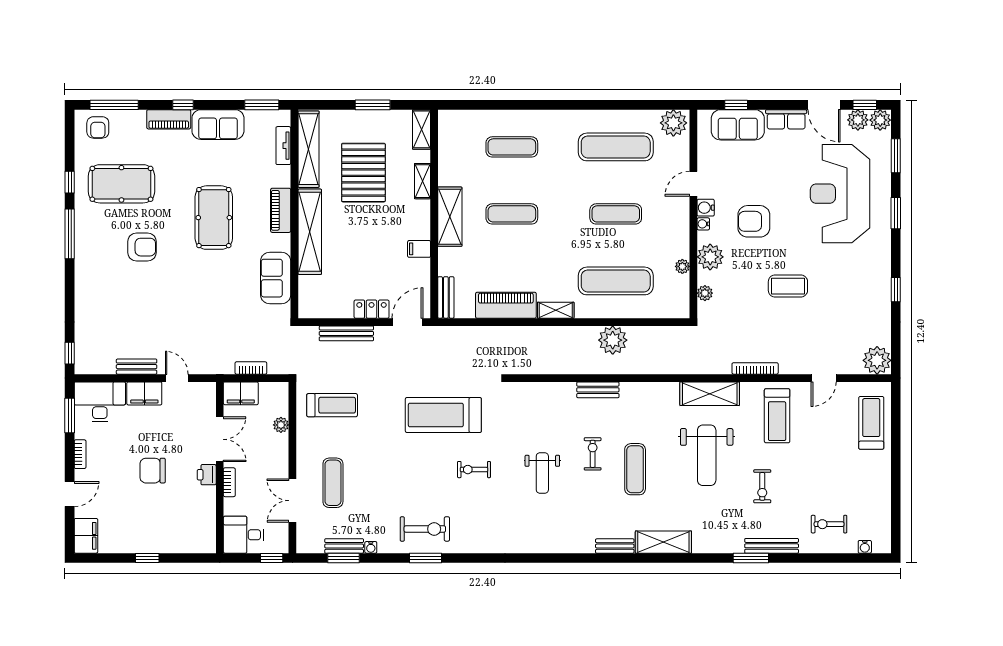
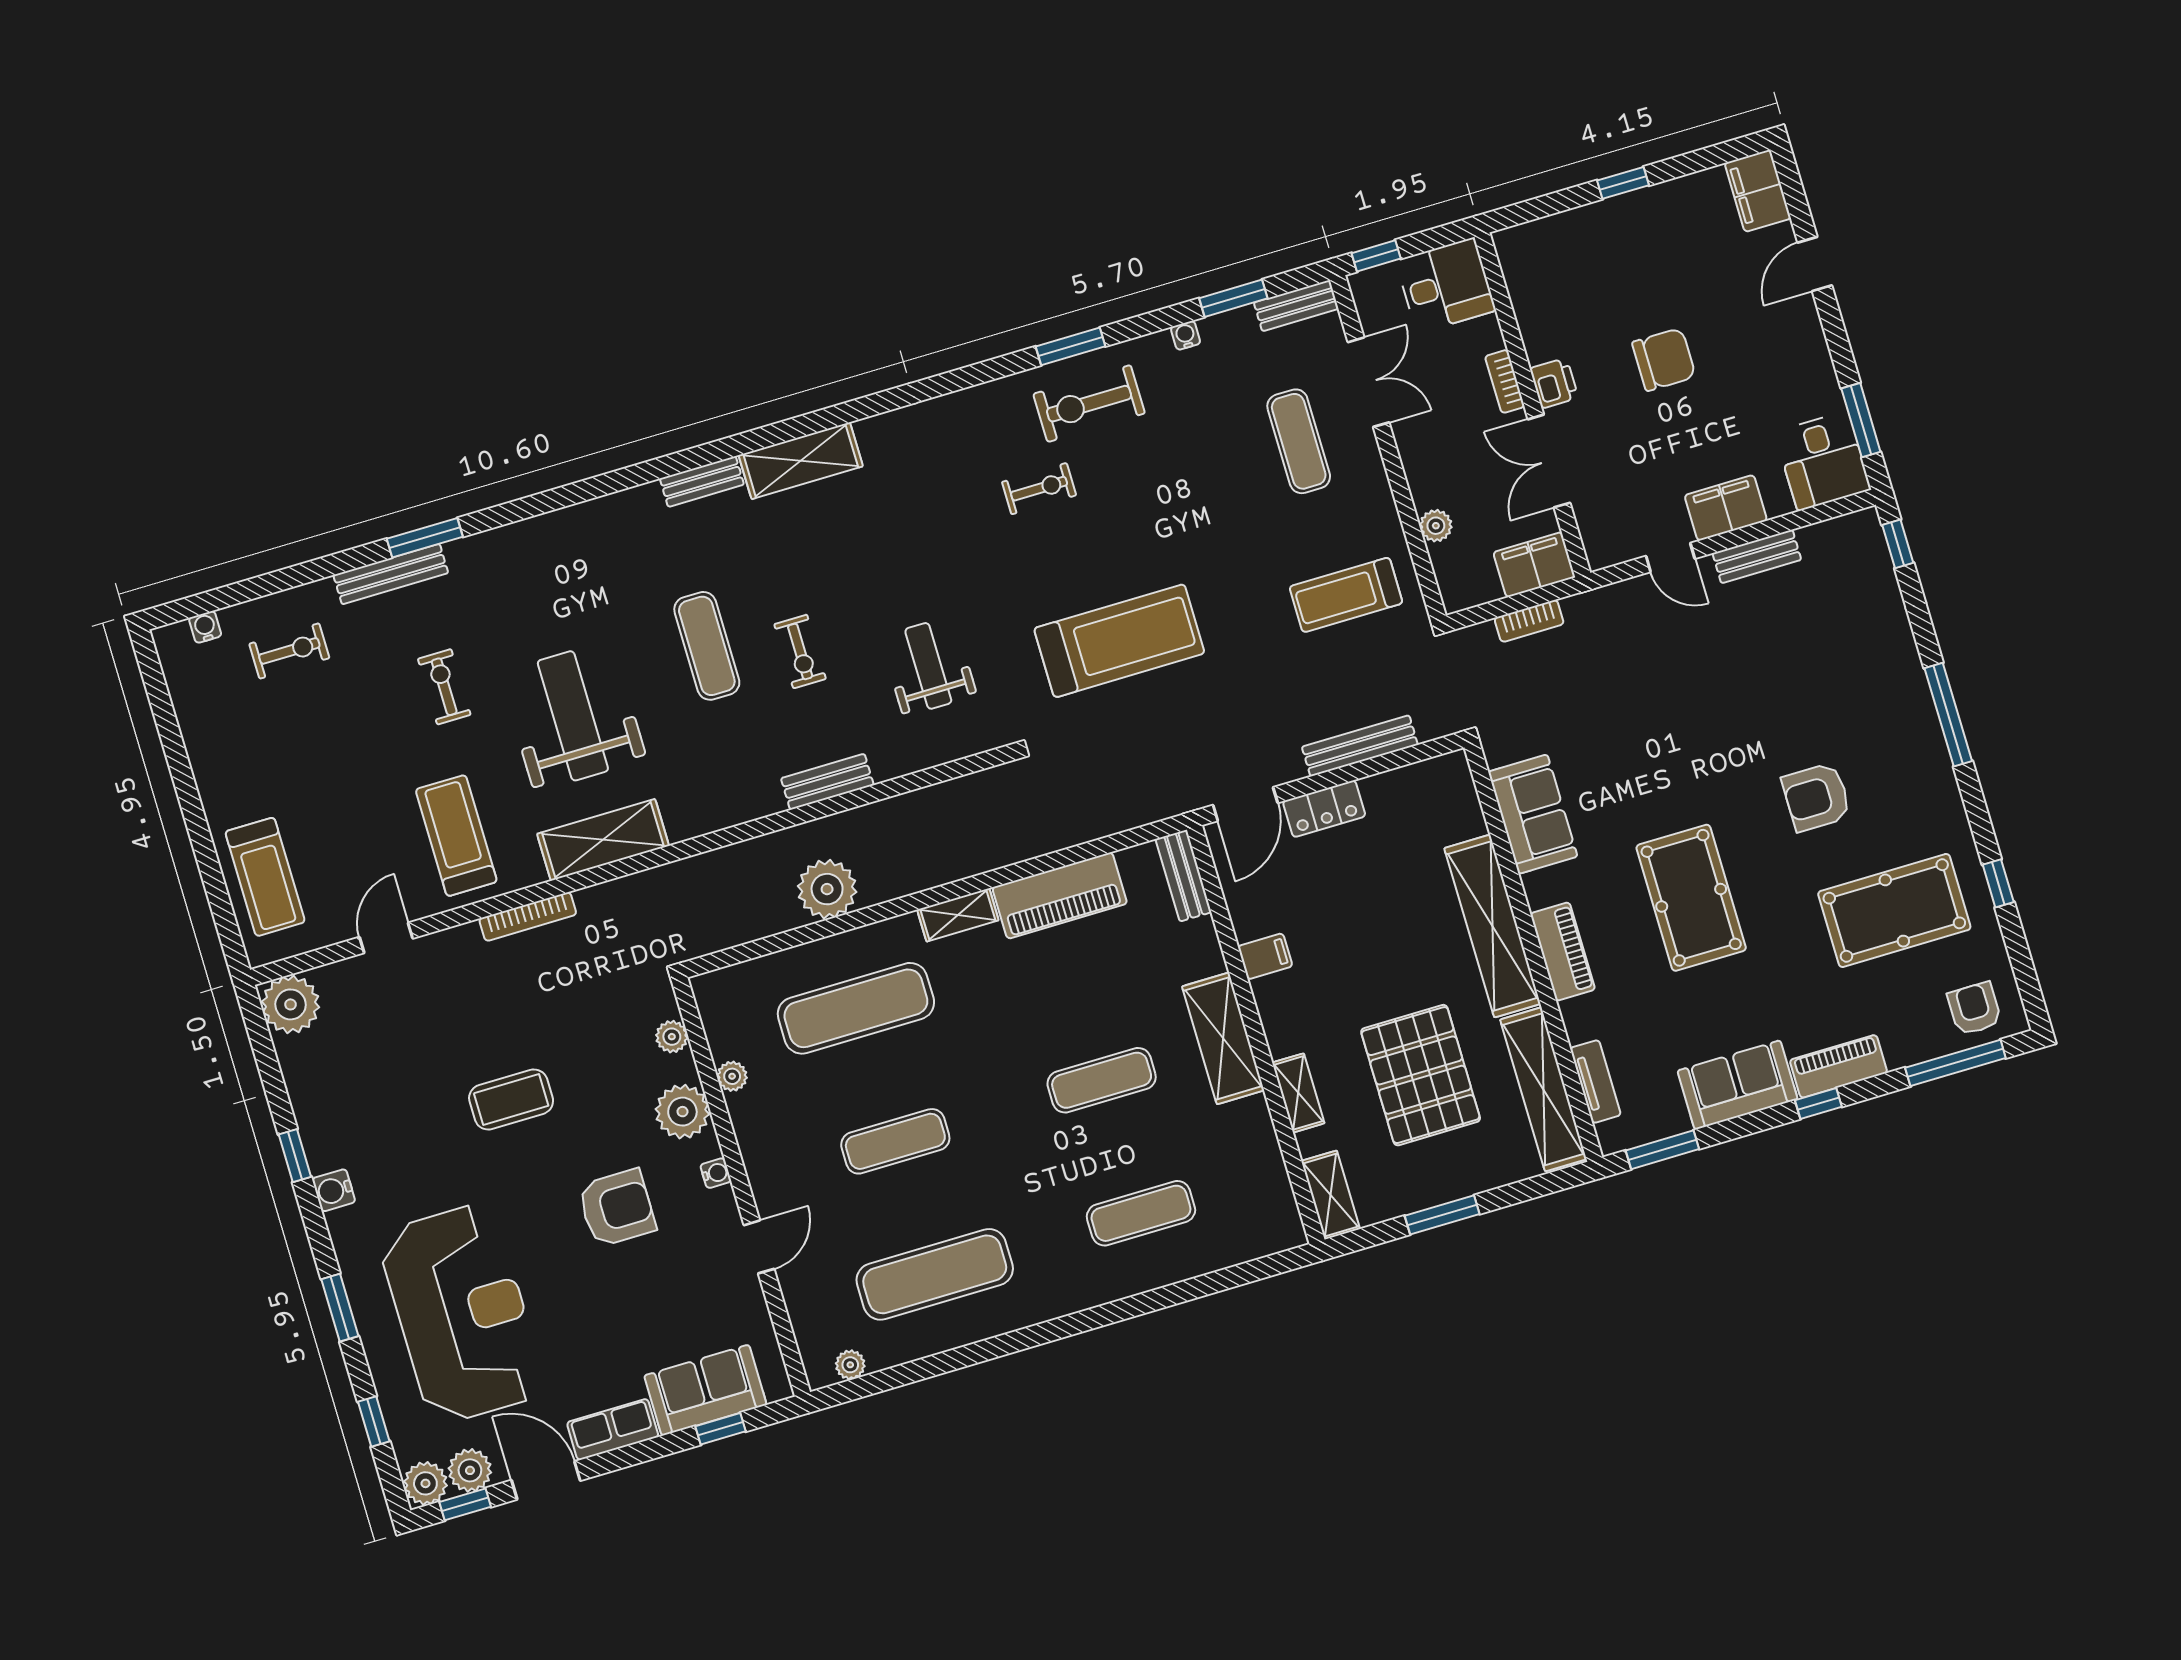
plant: (673, 123) -> (850, 1365), width x0.53, depth x0.53
window: (896, 156) -> (374, 1421), width x0.67
water cooler: (706, 208) -> (334, 1190), moved, turned 180
window: (70, 234) -> (1948, 715), moved
desk: (100, 402) -> (1823, 461), width x0.73
bookcase: (80, 454) -> (1818, 349), removed
exercise bike: (474, 470) -> (1039, 489), moved
weight bench: (542, 473) -> (928, 666), moved
shelving: (663, 542) -> (801, 461), moved
bench: (344, 546) -> (1296, 306), moved

